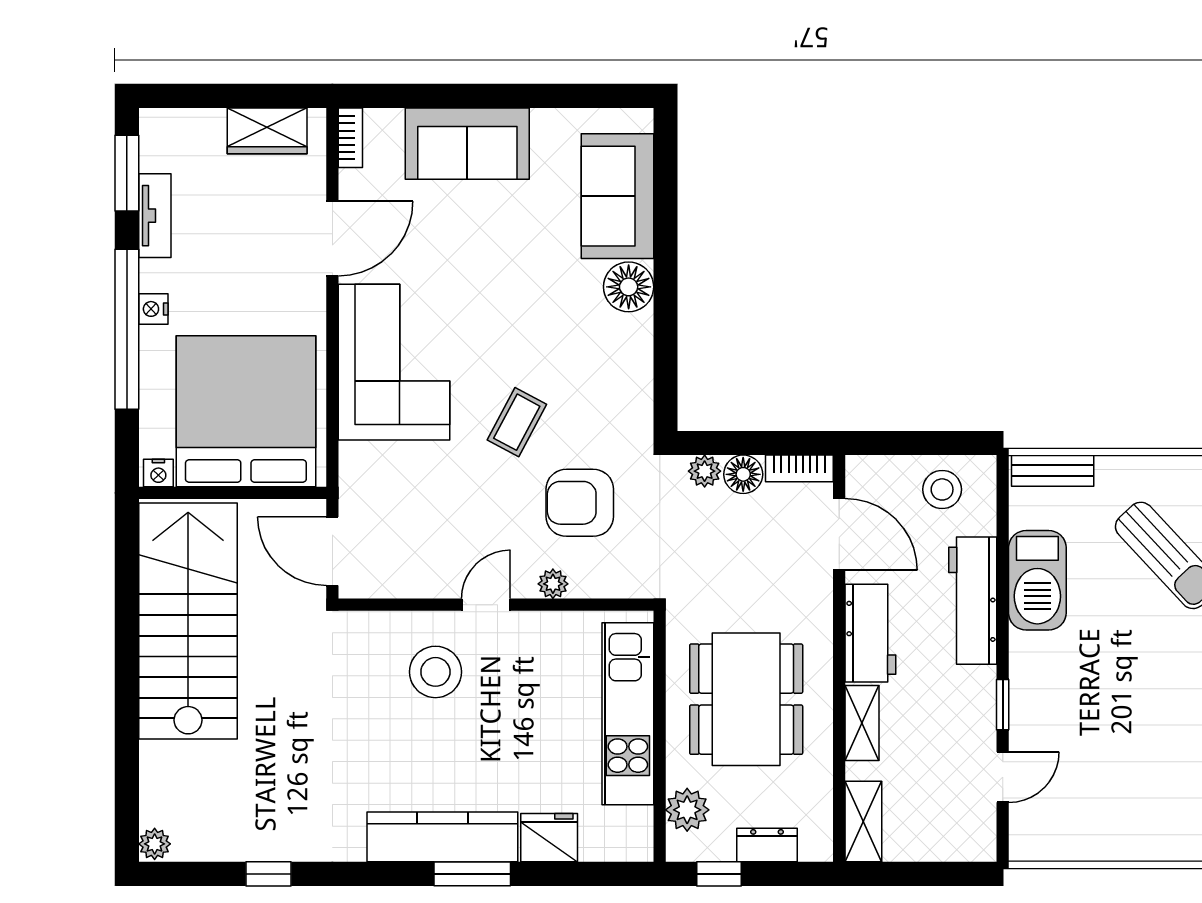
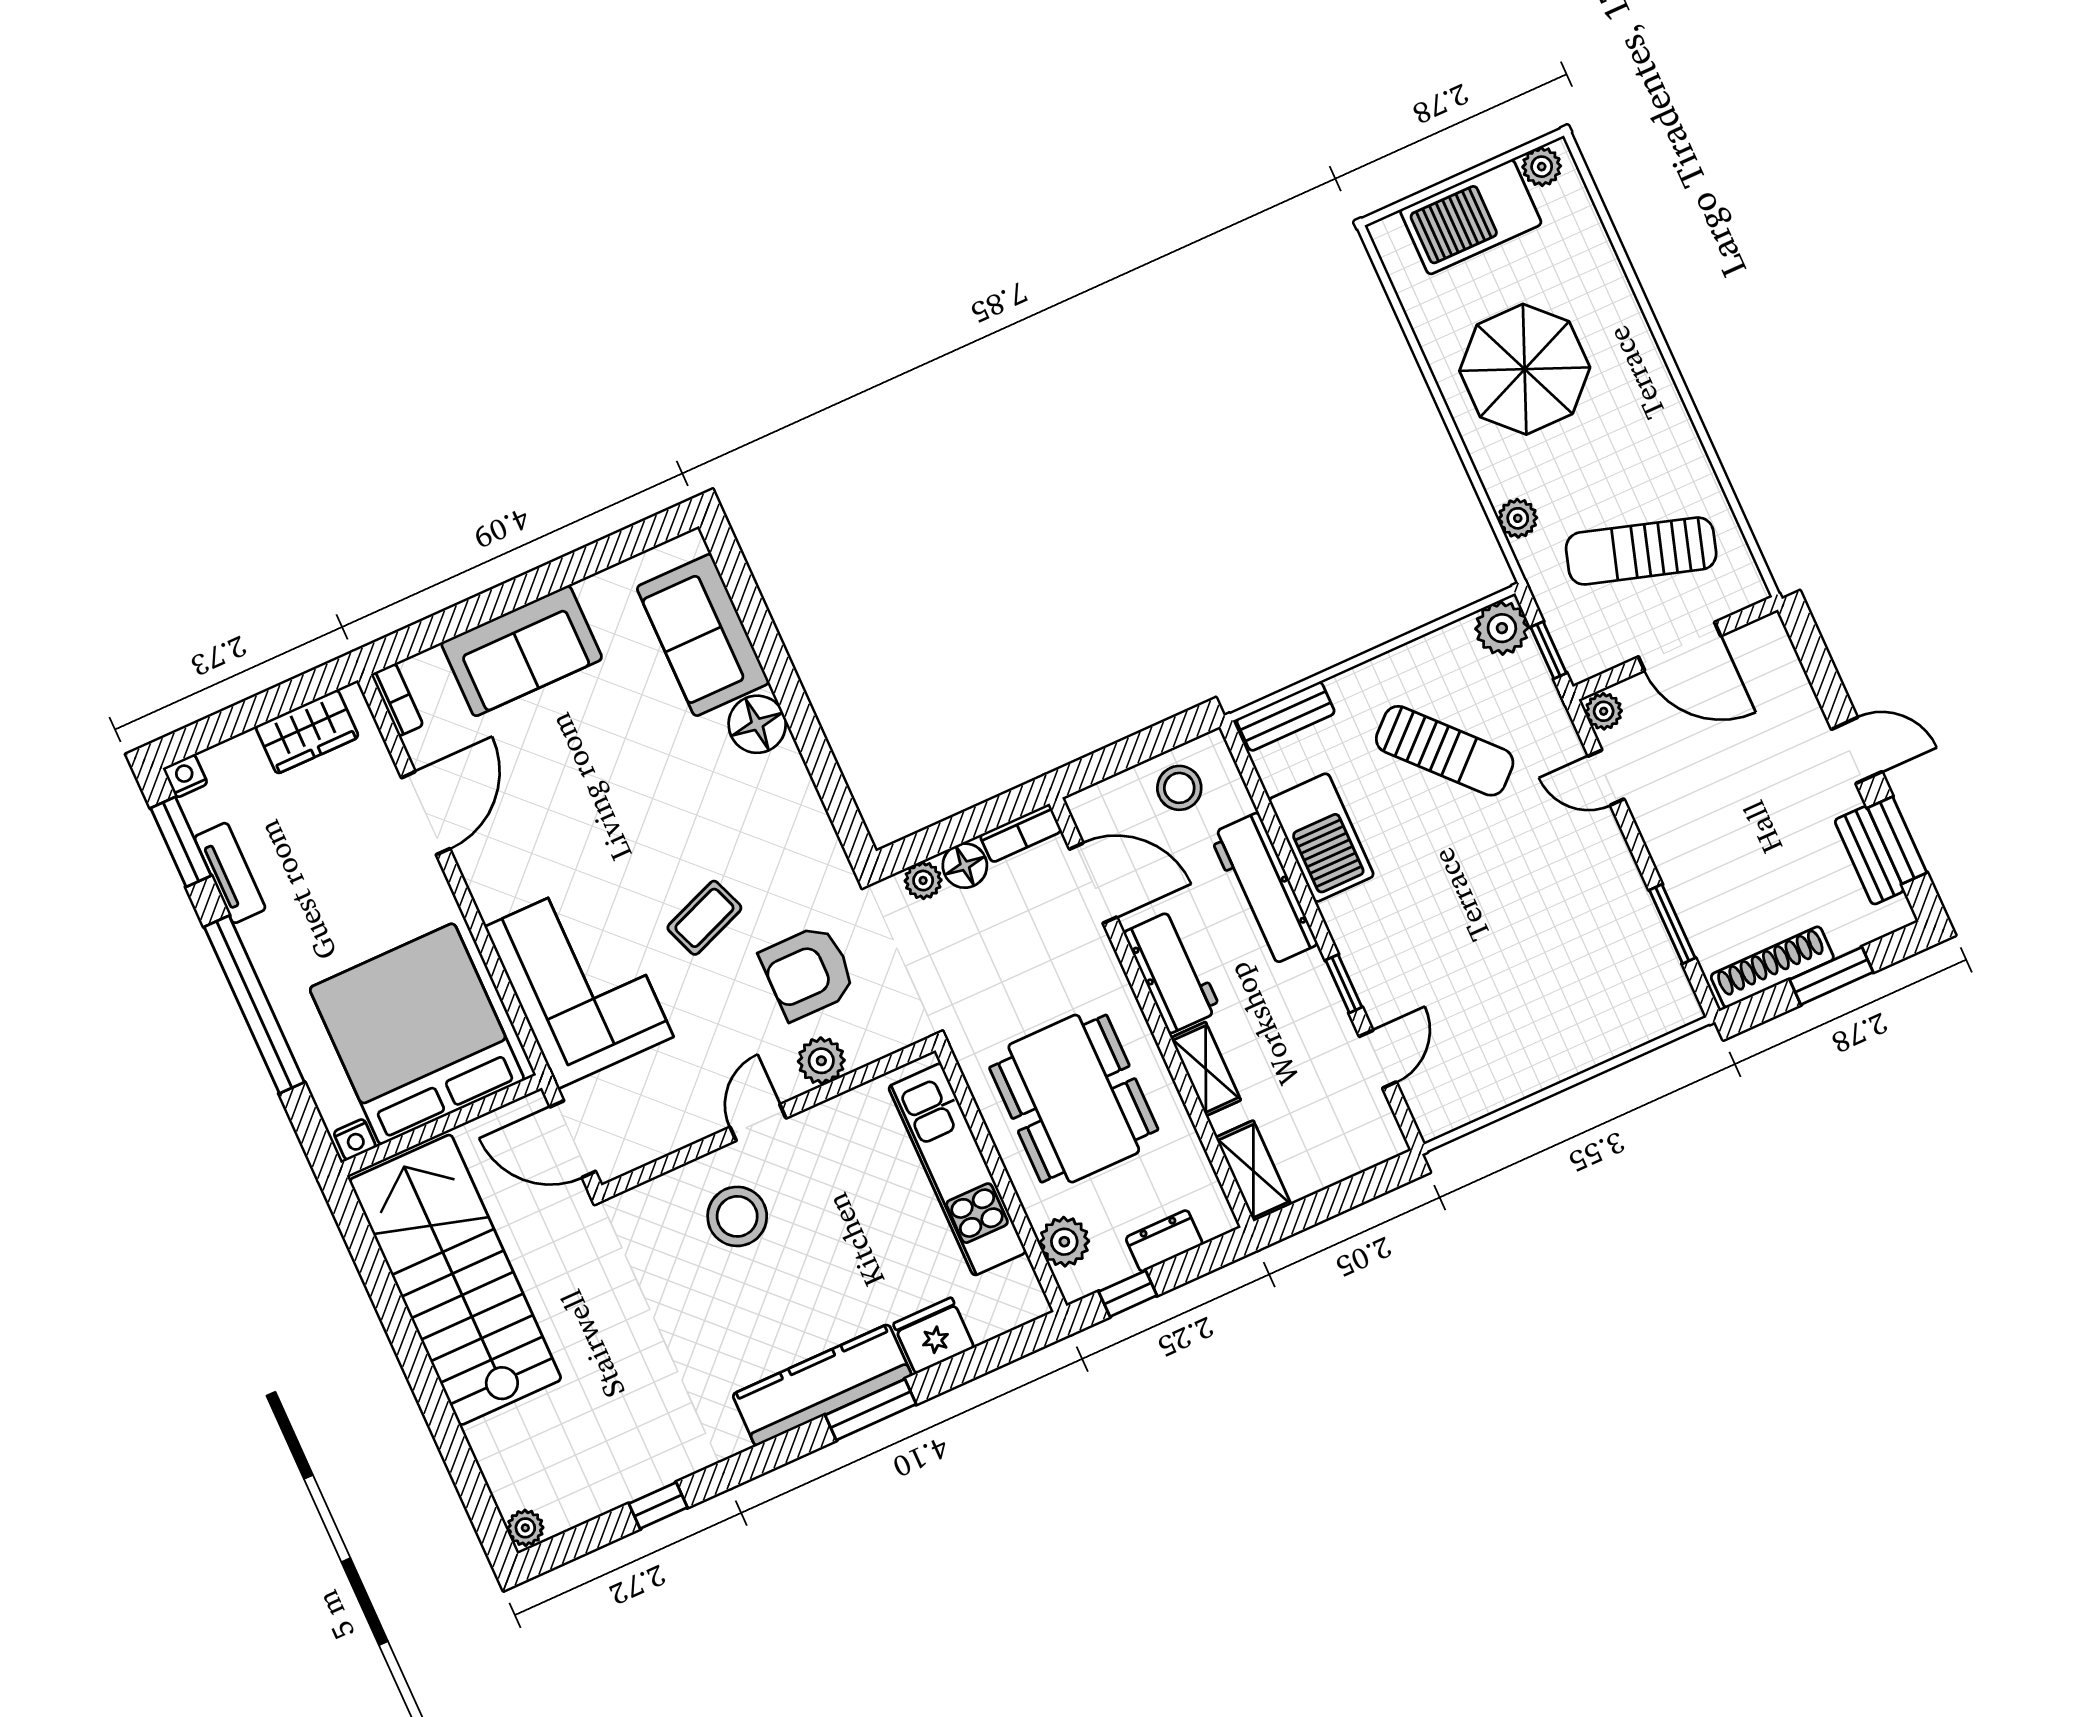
nightstand: (153, 309) -> (185, 776), moved, turned 90
corner sofa: (394, 362) -> (579, 982), moved
coffee table: (517, 422) -> (704, 918), turned 41
plant: (553, 584) -> (821, 1061), width x1.38, depth x1.38

